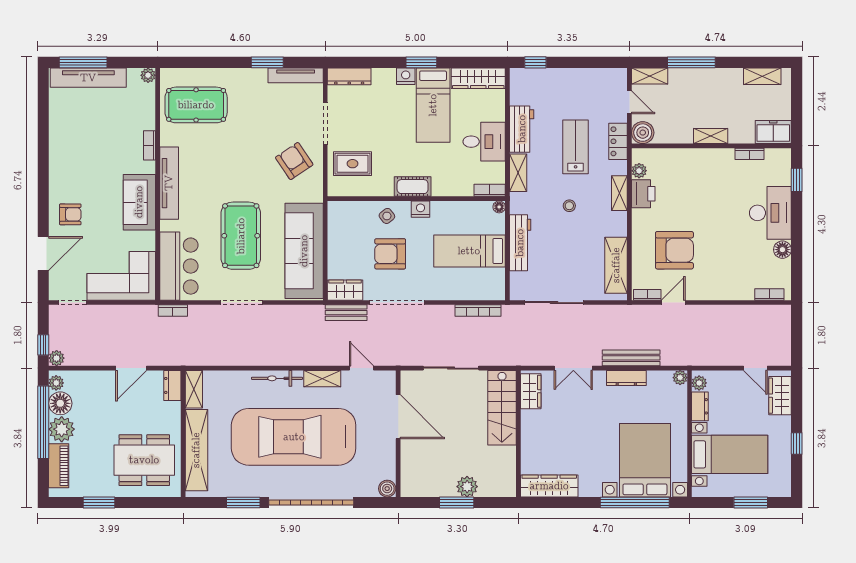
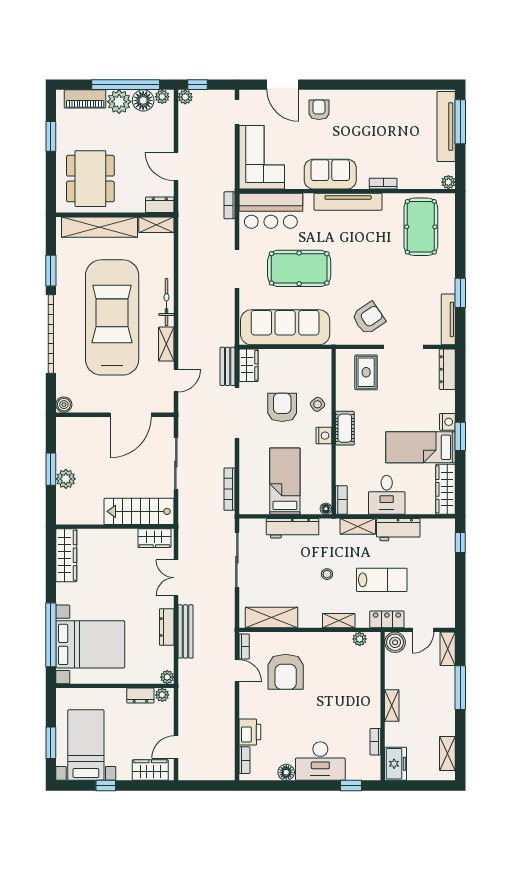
printer: (643, 194) -> (250, 732), moved, turned -90
armchair: (70, 214) -> (319, 110), turned 180
bed with nightstands: (730, 454) -> (86, 745), moved, turned 180

